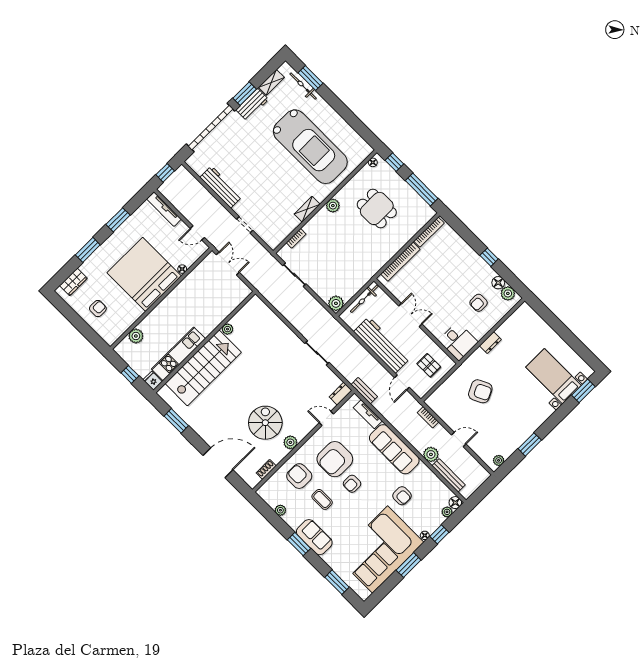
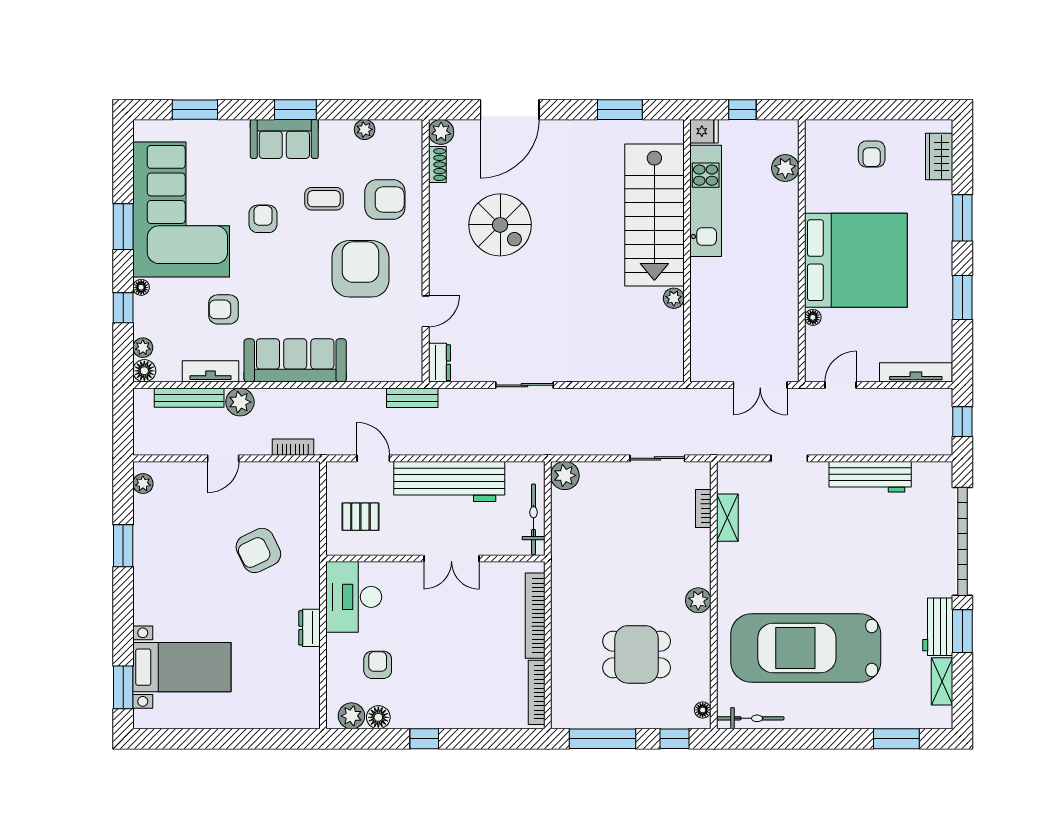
bicycle: (303, 86) -> (750, 718), moved
shelving: (307, 209) -> (727, 518), moved
desk: (458, 341) -> (354, 597), width x1.37
tv unit: (368, 414) -> (210, 371), moved
plant: (290, 442) -> (441, 132), moved
armchair: (352, 484) -> (263, 219), moved

